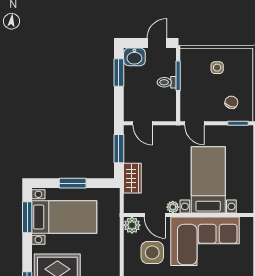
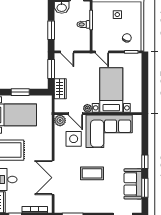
window: (119, 73) -> (51, 30), moved

